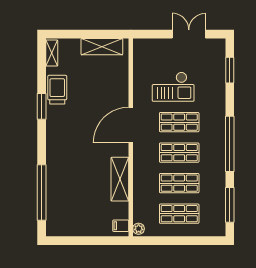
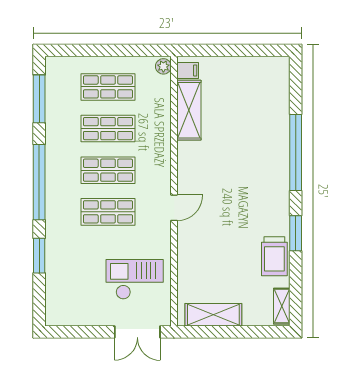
double door: (189, 34) -> (137, 332), moved
window: (230, 70) -> (39, 256), moved
checkout: (173, 87) -> (135, 279), moved
door: (131, 125) -> (174, 208), width x0.53
shelving: (120, 179) -> (189, 110), moved
window: (42, 193) -> (296, 152), moved

